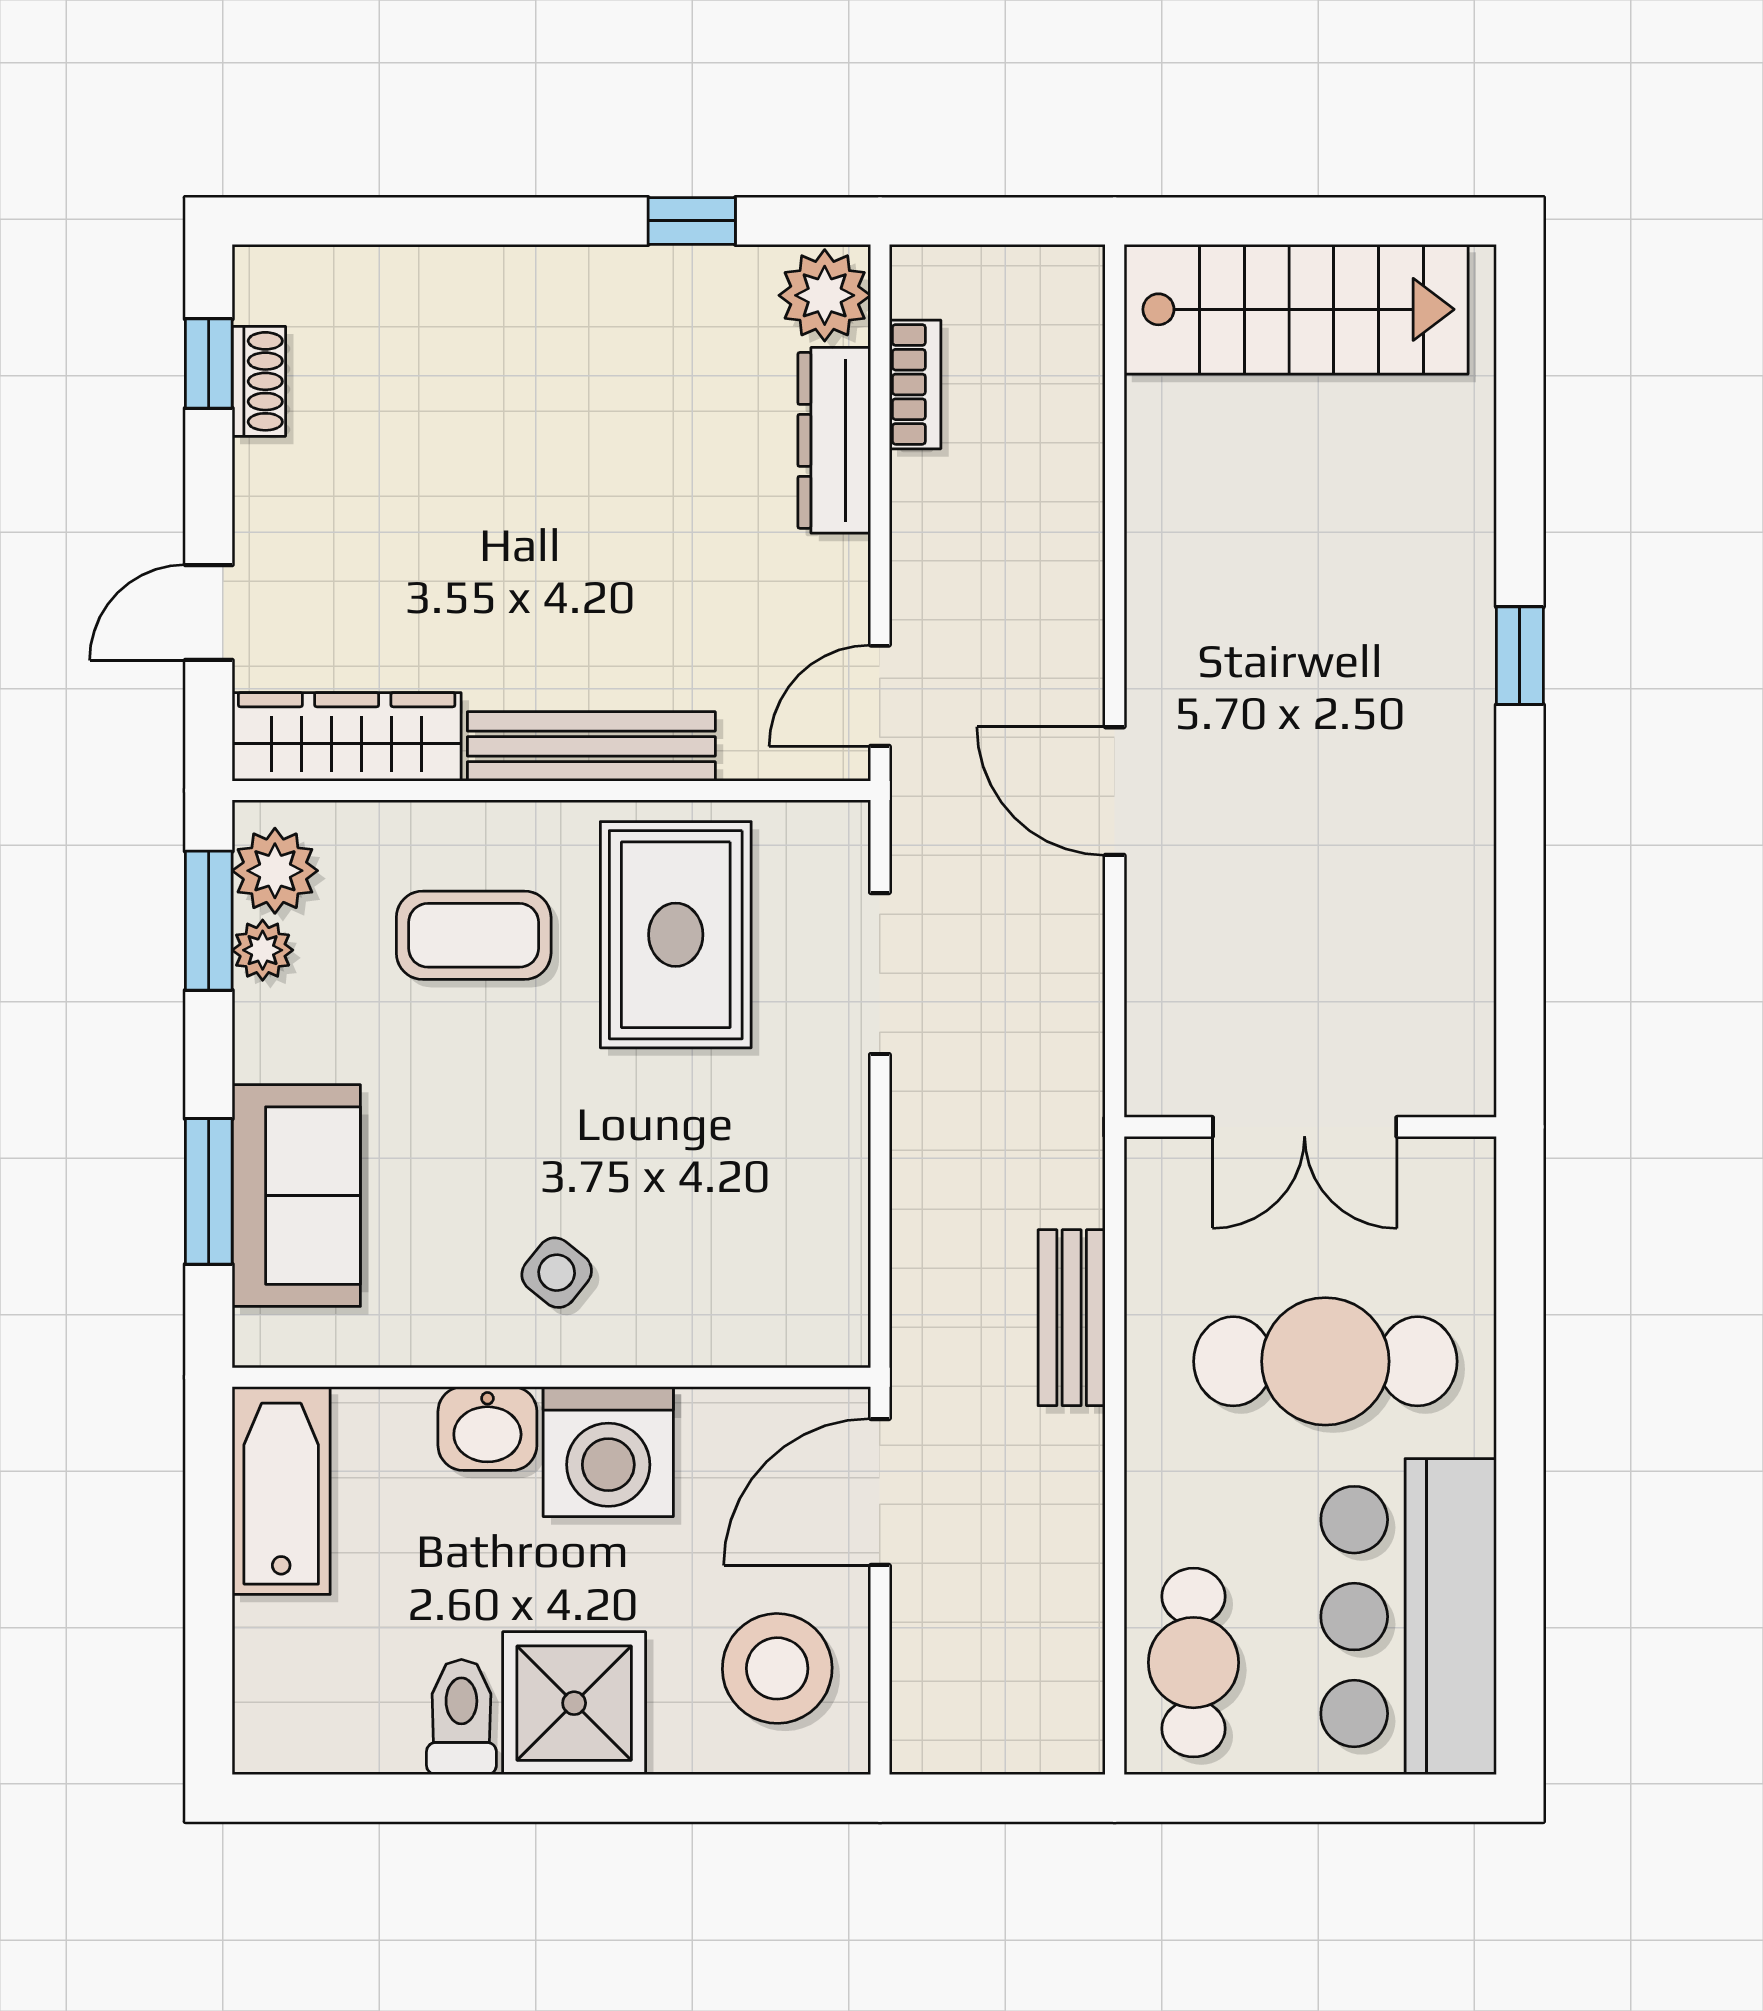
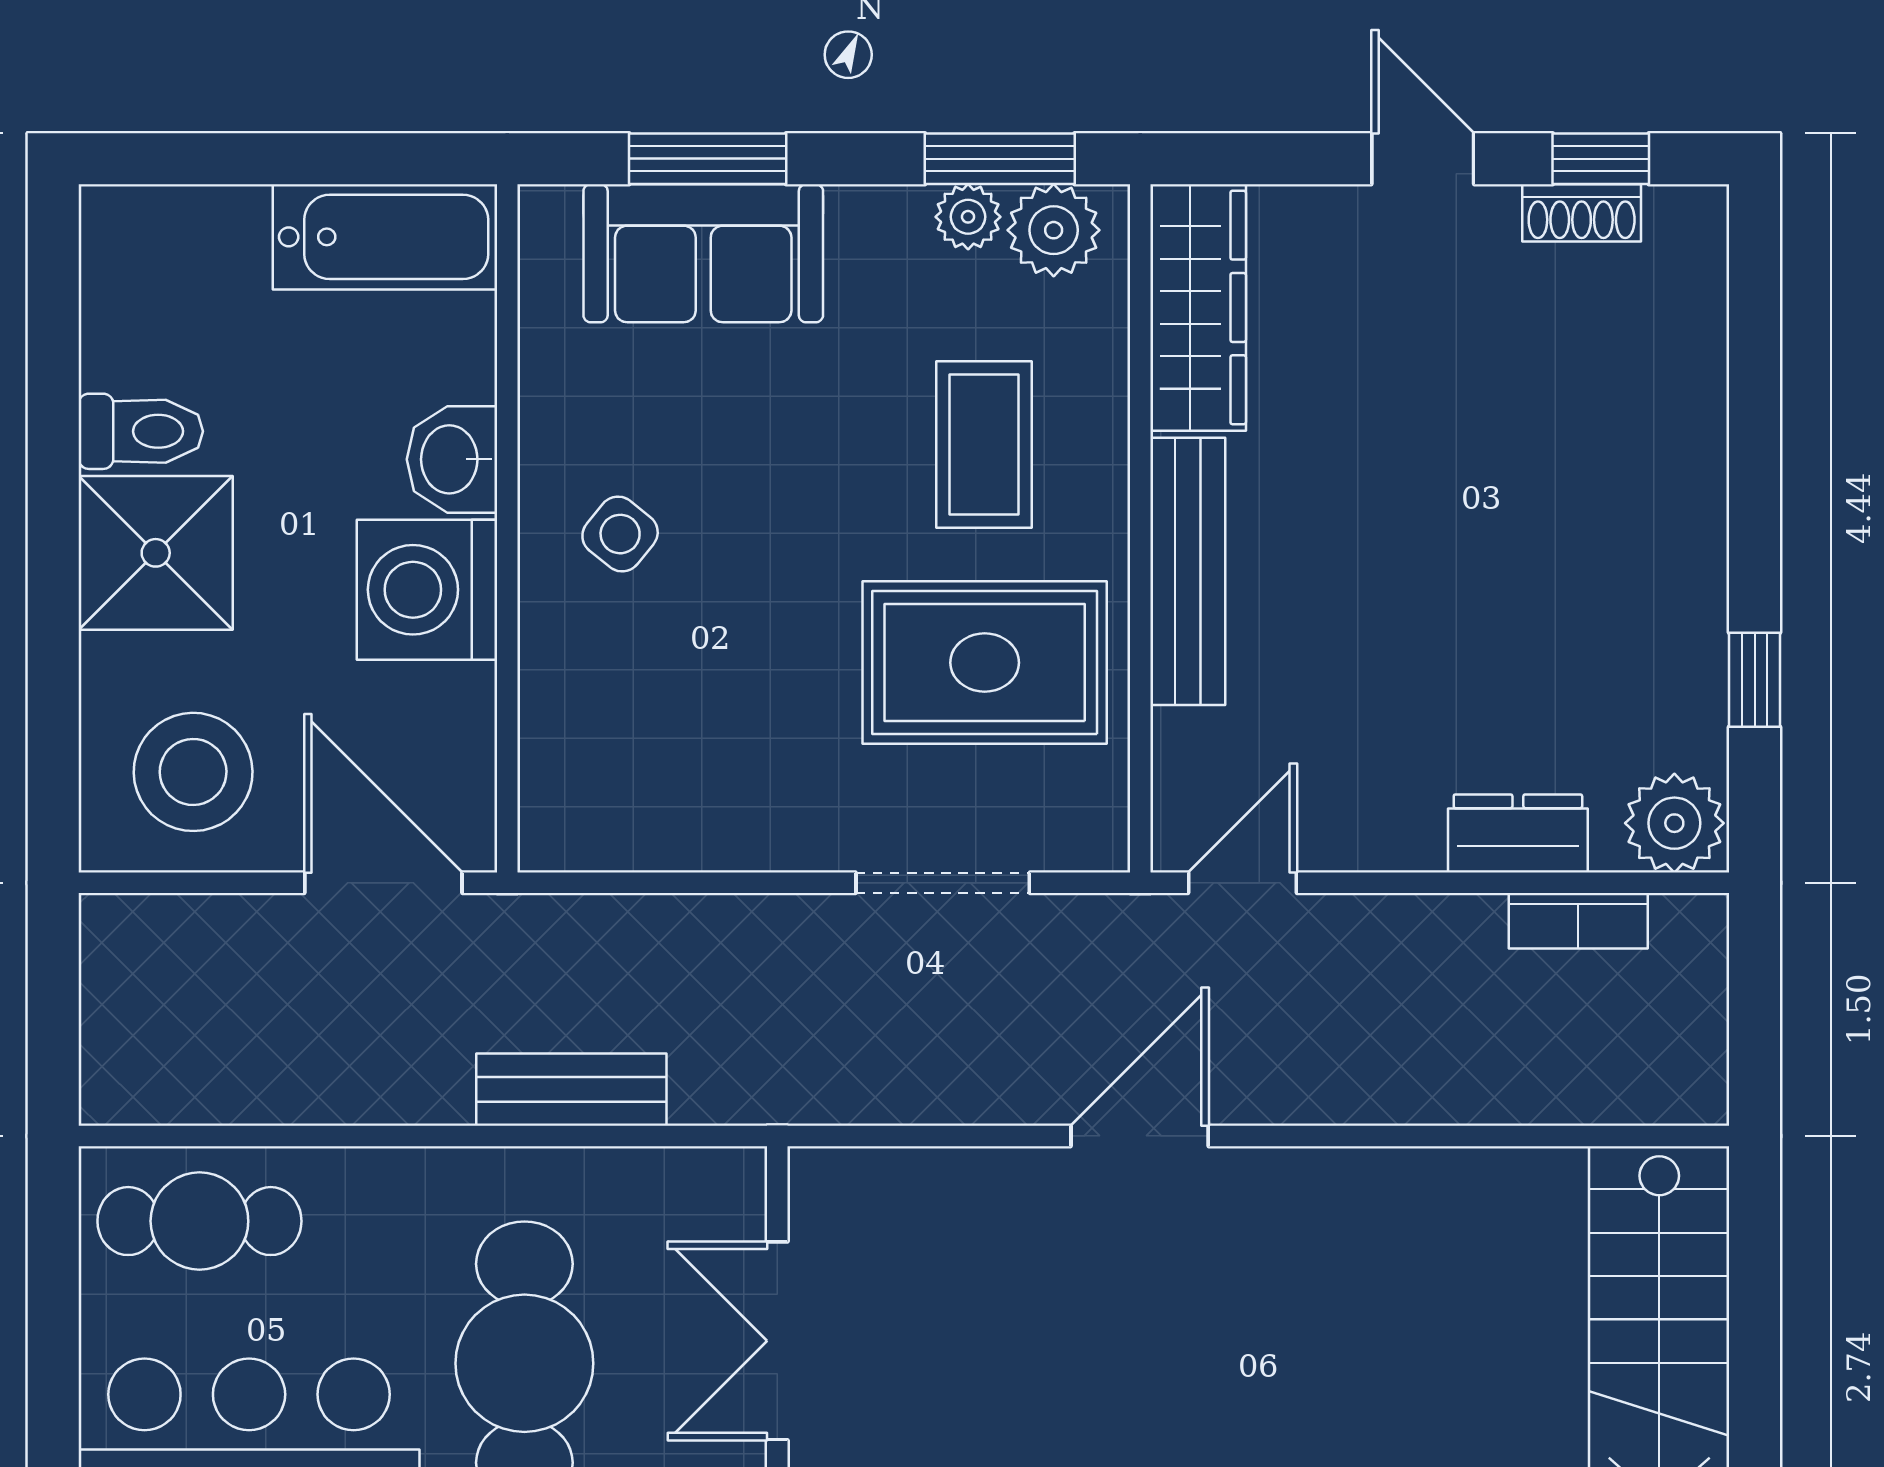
dresser: (834, 440) -> (1518, 833), width x0.70
door: (209, 612) -> (1423, 159), moved
door: (880, 696) -> (1242, 883), hinge flipped

